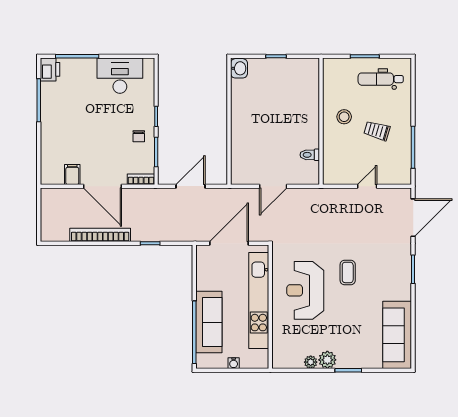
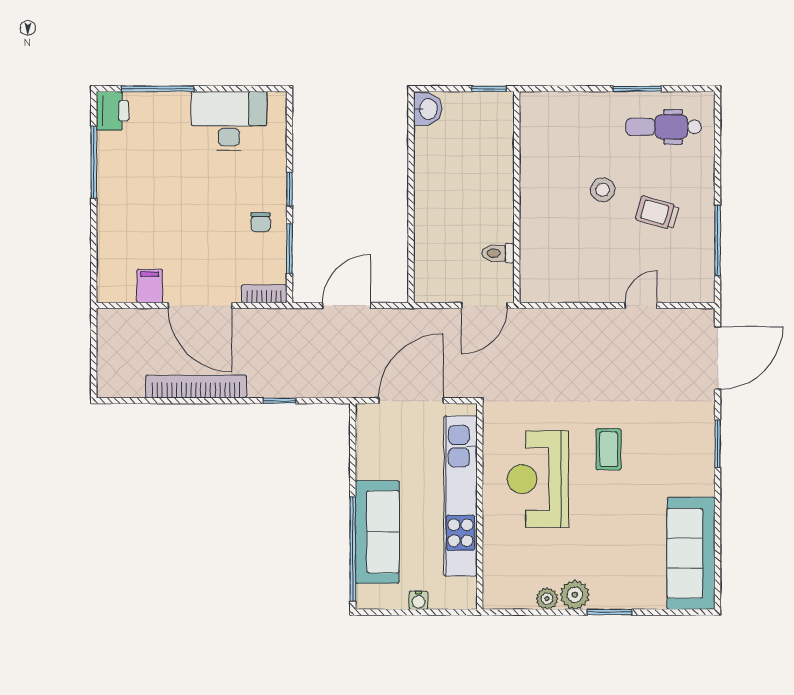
wall: (321, 121) -> (517, 197), moved
toilet: (310, 155) -> (498, 253), moved

